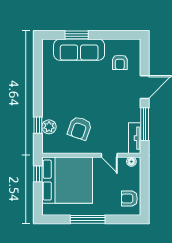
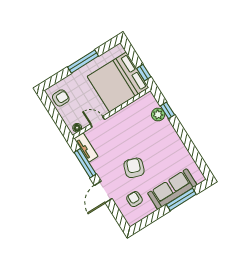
window: (77, 35) -> (181, 199), width x1.44
armchair: (80, 128) -> (134, 168), moved

